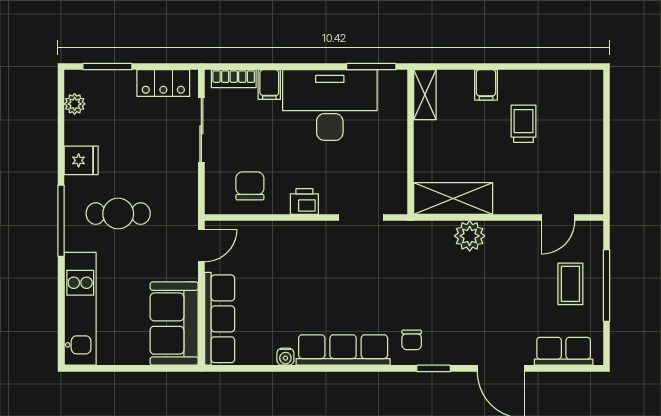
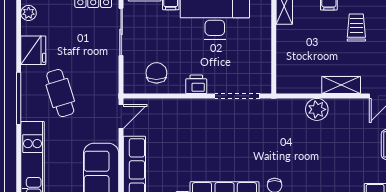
fridge: (81, 160) -> (33, 50), width x1.38
shelving: (453, 199) -> (341, 85), moved, width x0.67, depth x0.75
cafe table: (118, 214) -> (60, 93), turned 73
doorway: (361, 217) -> (237, 96), width x1.38

